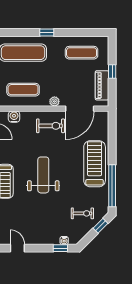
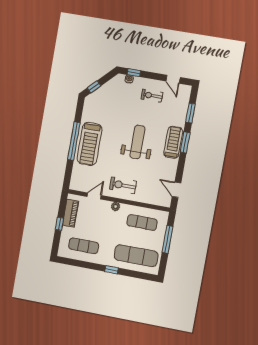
door: (80, 109) -> (94, 196), width x0.53
water cooler: (14, 117) -> (155, 200), removed
weight bench: (43, 175) -> (137, 142), turned 180
window: (112, 186) -> (74, 141), moved
exercise bike: (82, 213) -> (152, 96), moved

